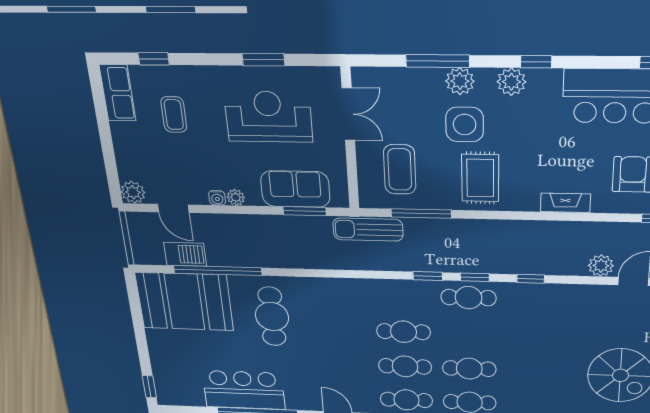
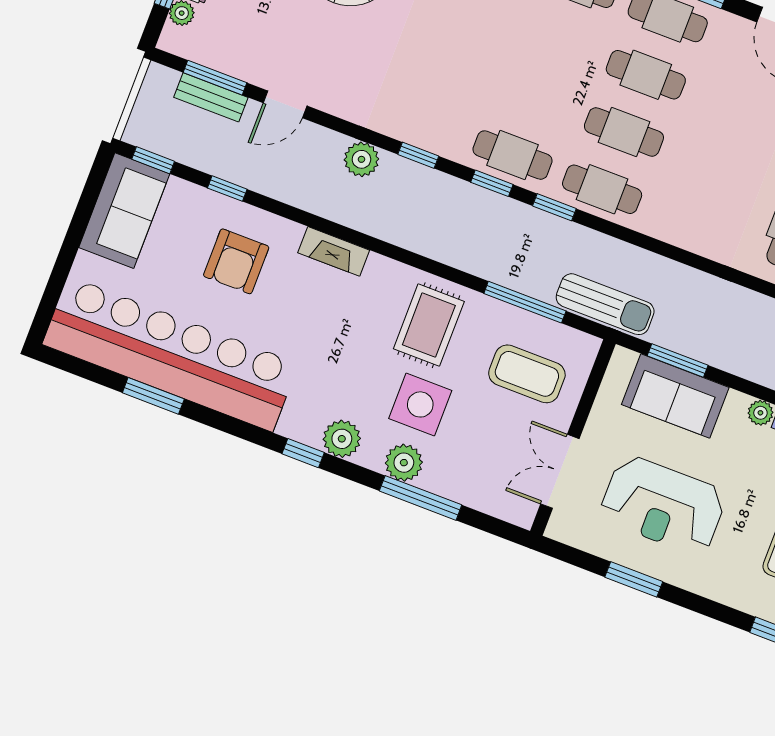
coffee table: (400, 169) -> (527, 374), turned 90
plant: (601, 266) -> (361, 159), moved
cafe table: (469, 369) -> (602, 189), moved

